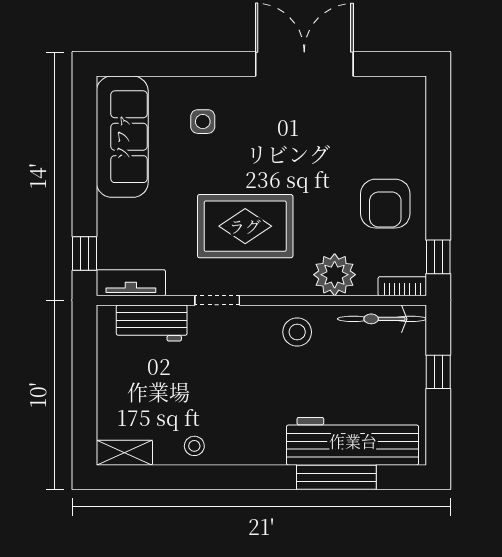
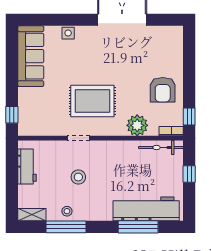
side table: (203, 122) -> (68, 33), moved
tv unit: (131, 283) -> (35, 129), removed
workbench: (152, 323) -> (27, 166), moved, turned -90
stool: (297, 332) -> (78, 177), moved
window: (192, 477) -> (66, 227), added

